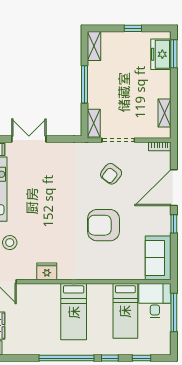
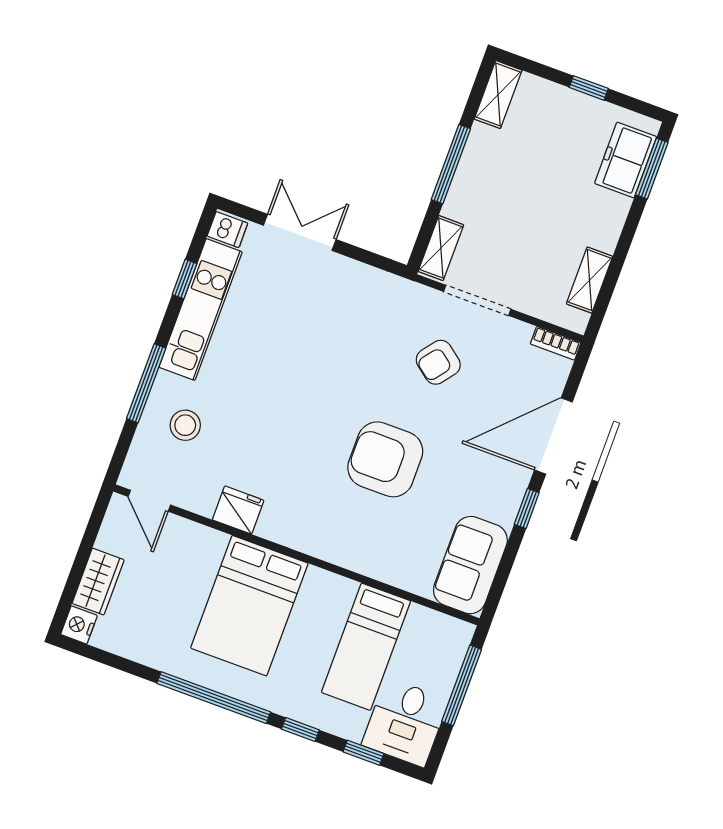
desk: (155, 301) -> (405, 722), moved, turned 180
bed: (74, 312) -> (249, 606), width x1.50

